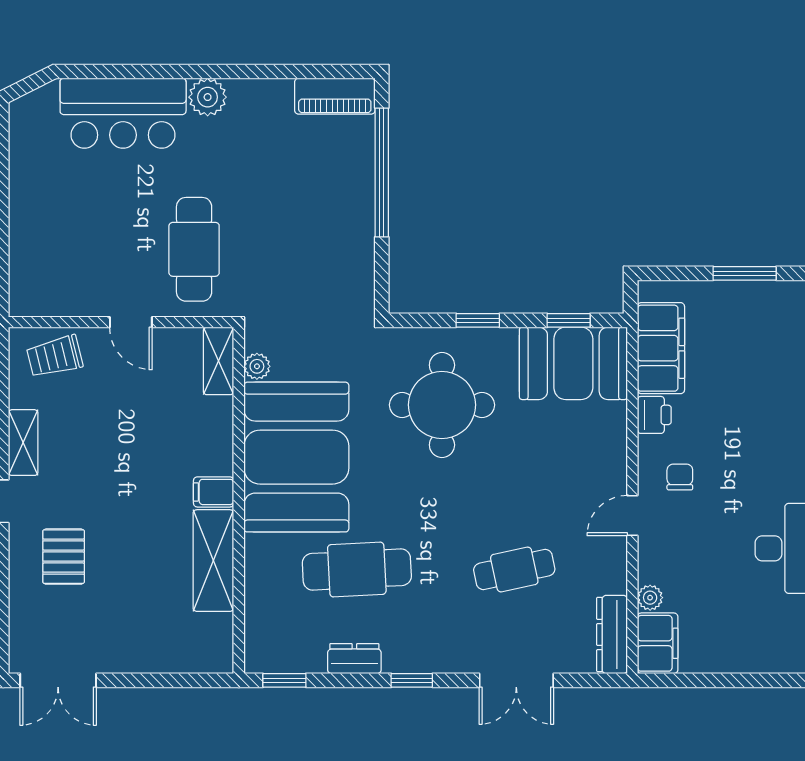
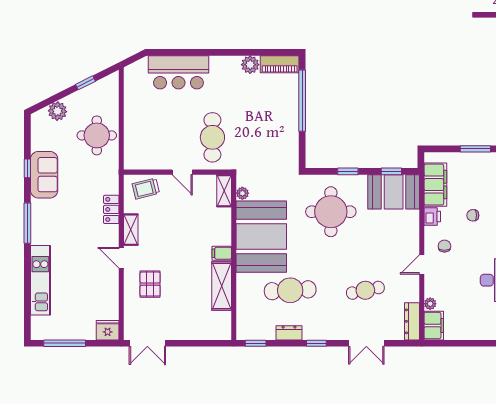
plant: (208, 97) -> (250, 65), moved
chair: (739, 413) -> (473, 215), added

